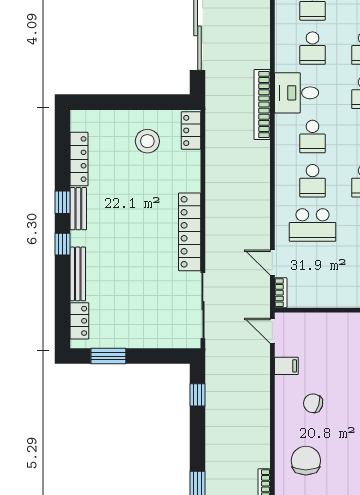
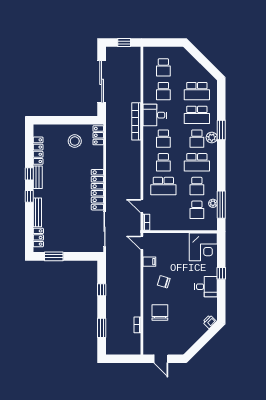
window: (198, 395) -> (102, 290), moved

